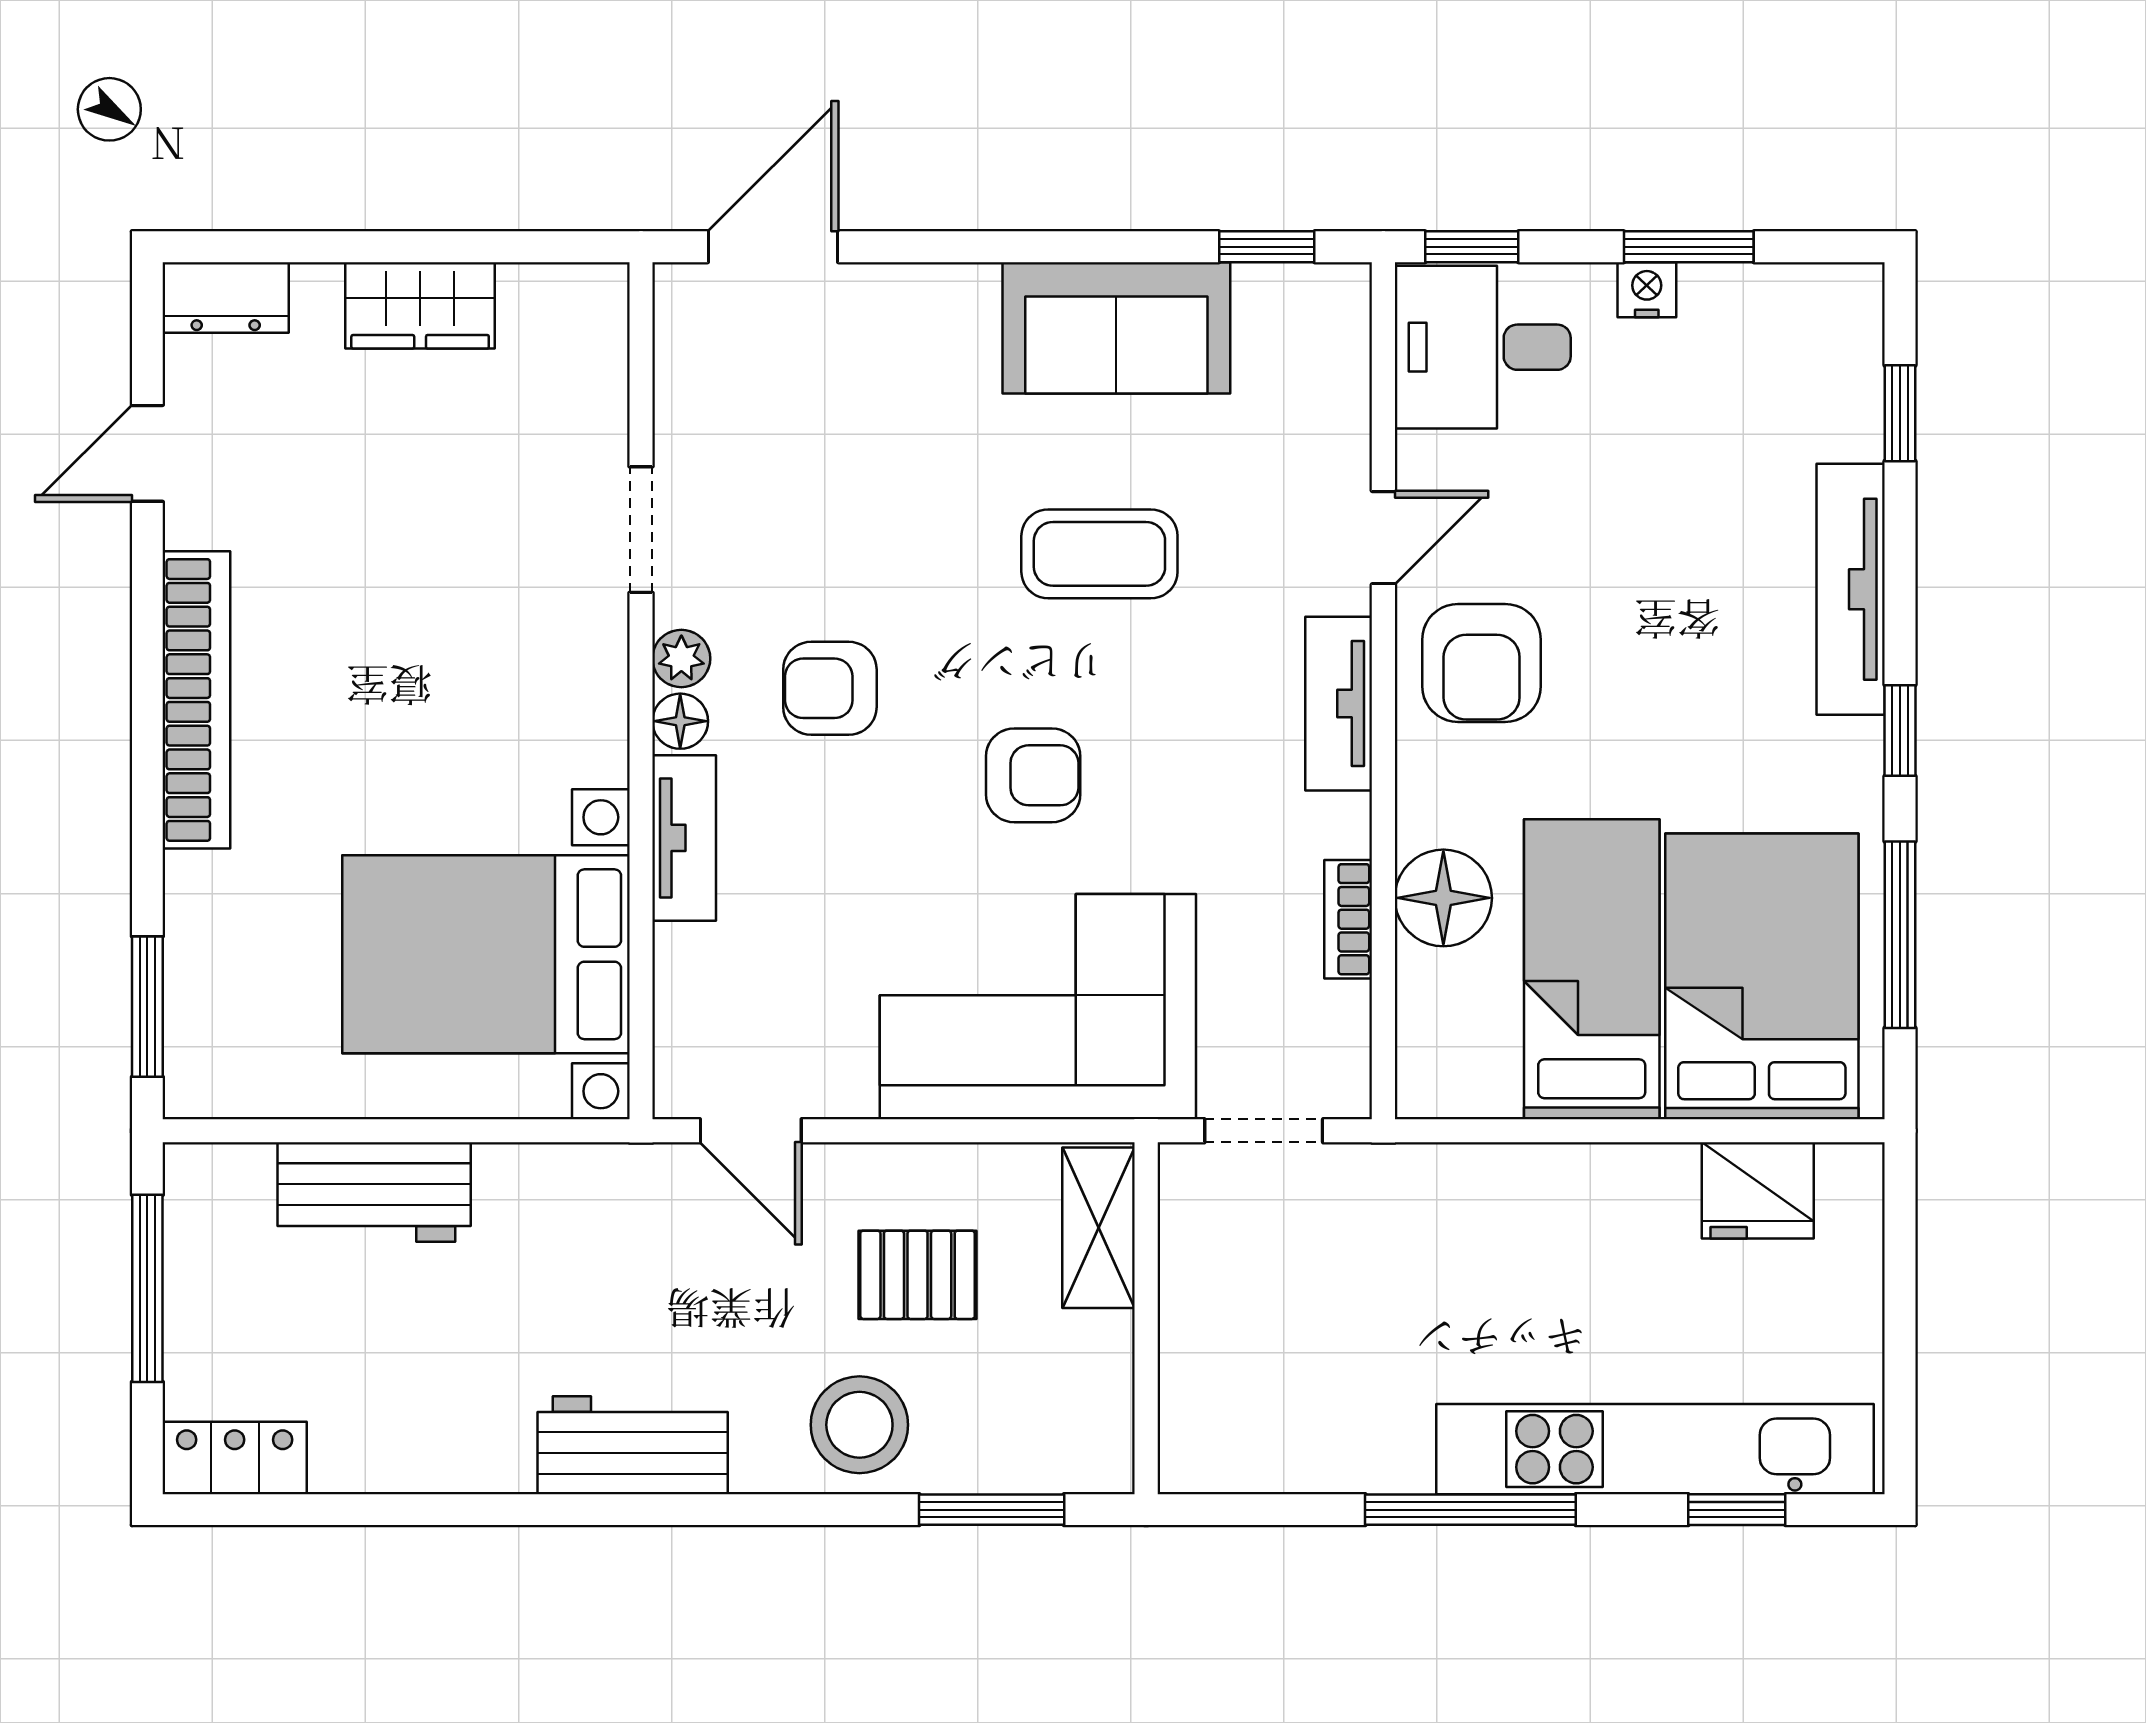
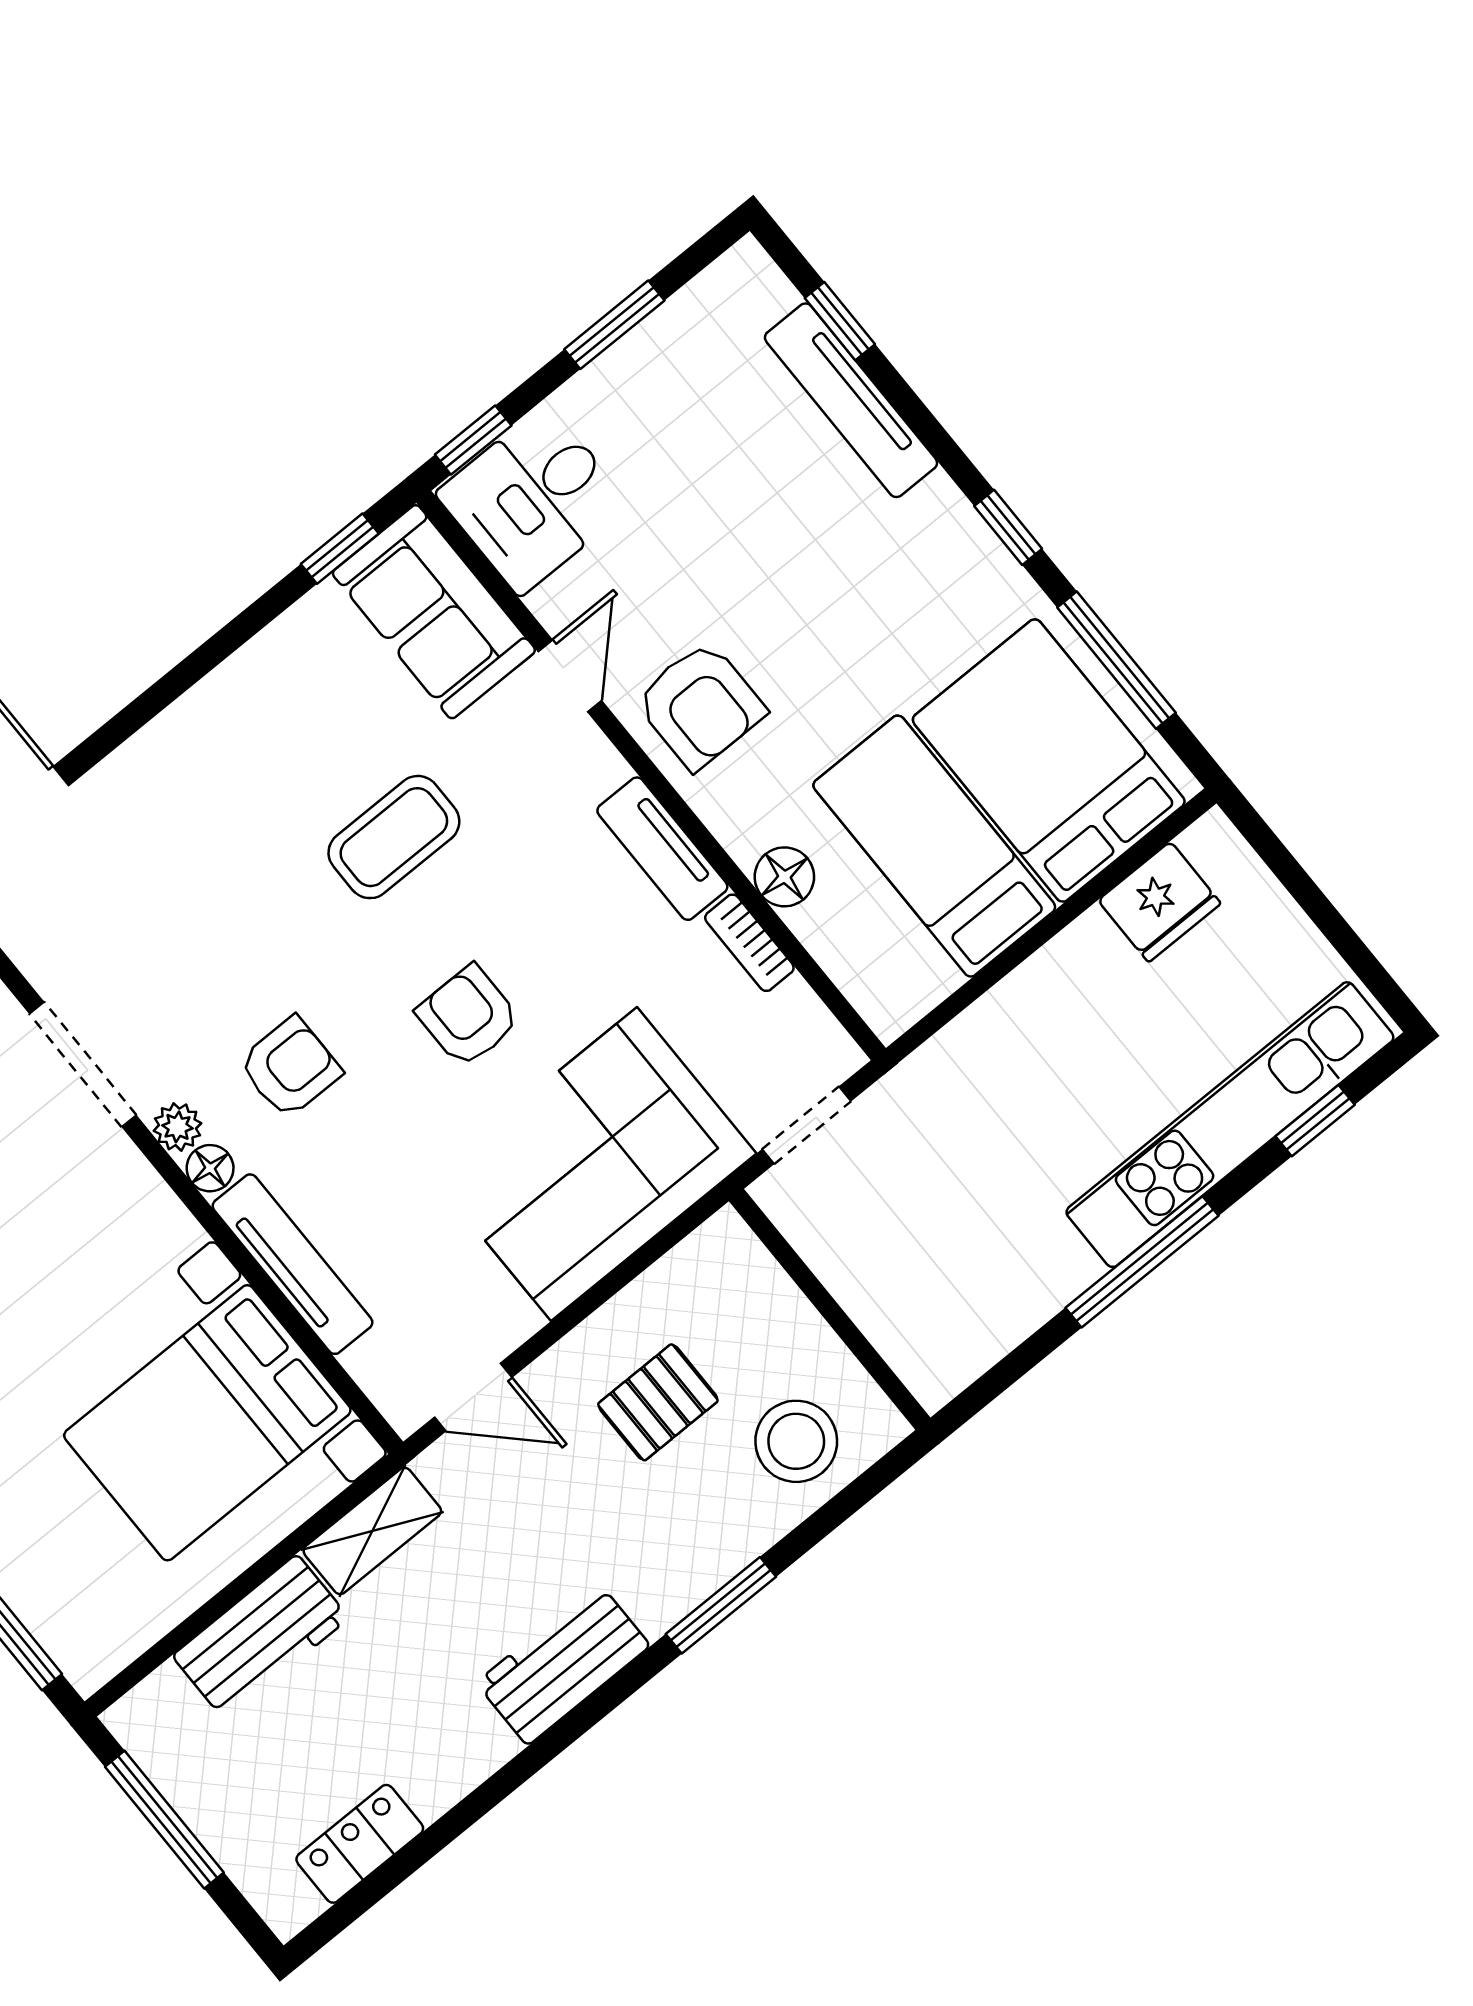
nightstand: (1647, 290) -> (610, 375), removed
sofa: (1116, 328) -> (434, 612), moved, turned 90
doorway: (641, 530) -> (83, 1064), width x1.38
tv unit: (1851, 589) -> (851, 400), moved
armchair: (830, 688) -> (290, 1067), turned 180
tv unit: (1339, 704) -> (662, 849), moved
armchair: (1033, 775) -> (468, 1016), turned -90
tv unit: (684, 838) -> (293, 1264), width x1.41
floor lamp: (1443, 898) -> (784, 877), width x0.73, depth x0.73
shelving: (1098, 1228) -> (372, 1531), moved, turned 90
stool: (859, 1425) -> (796, 1441), moved
locker: (235, 1458) -> (360, 1844), moved
window: (992, 1510) -> (721, 1605), moved

